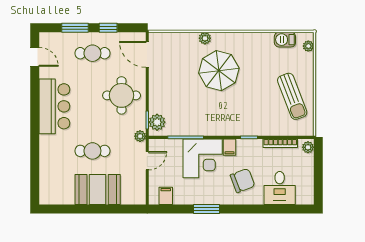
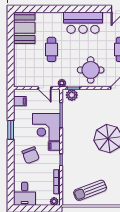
desk: (280, 188) -> (25, 194), moved, turned -90
booth: (98, 189) -> (24, 28), moved

